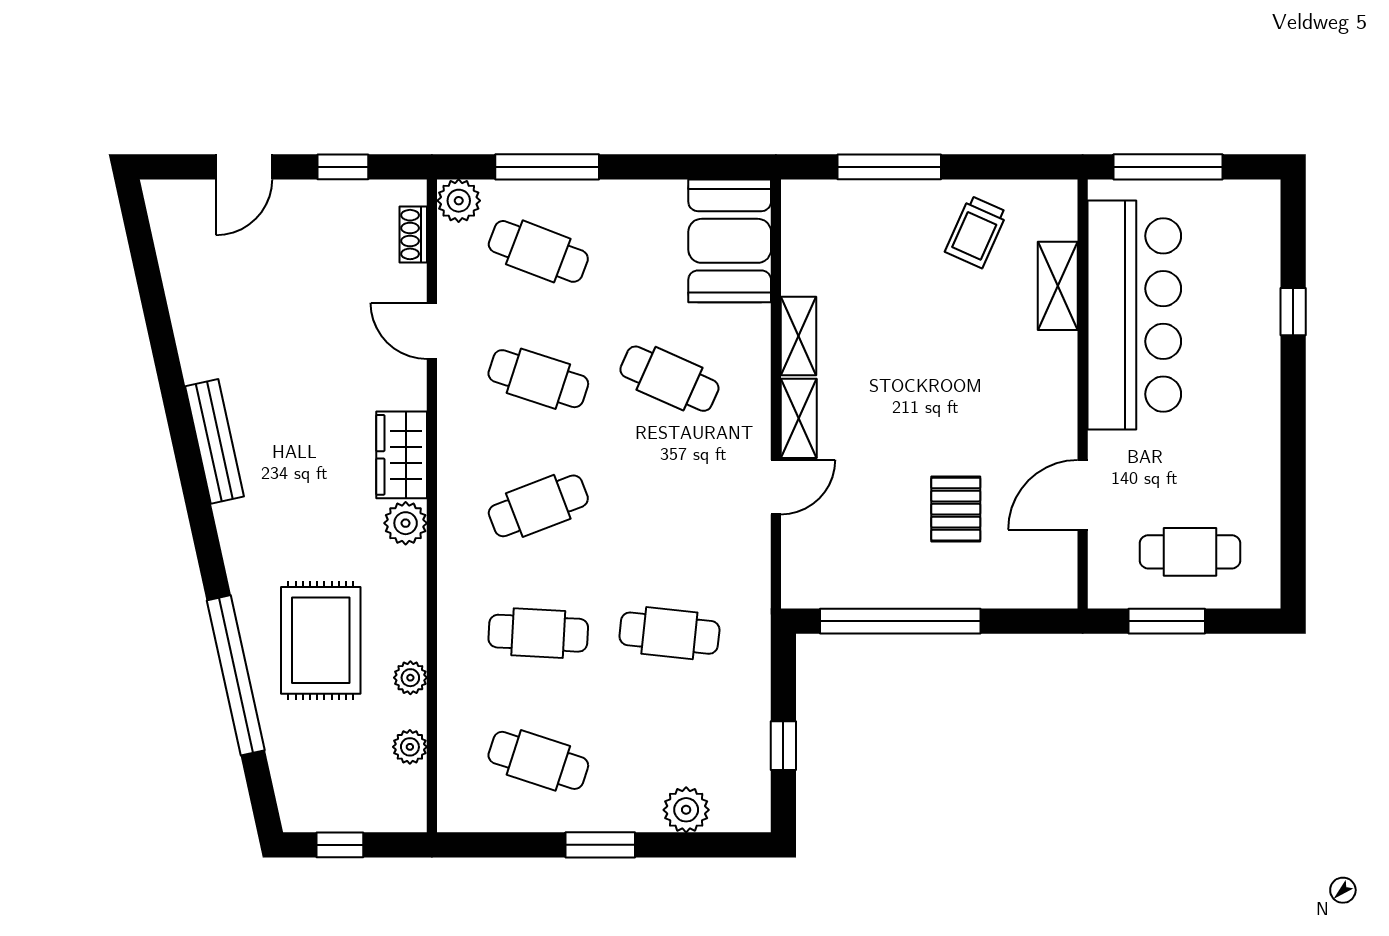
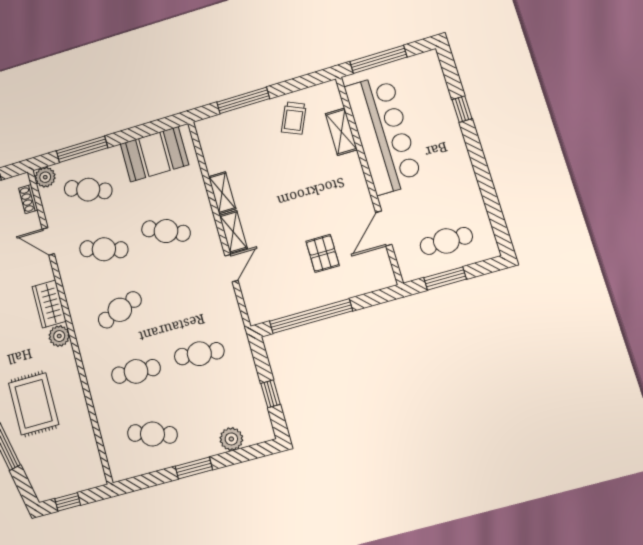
booth: (730, 241) -> (154, 154), moved, turned 90
plant: (410, 678) -> (80, 410), removed
plant: (410, 747) -> (89, 444), removed

